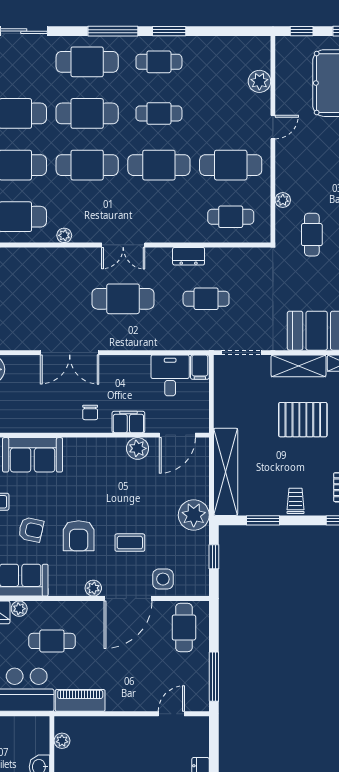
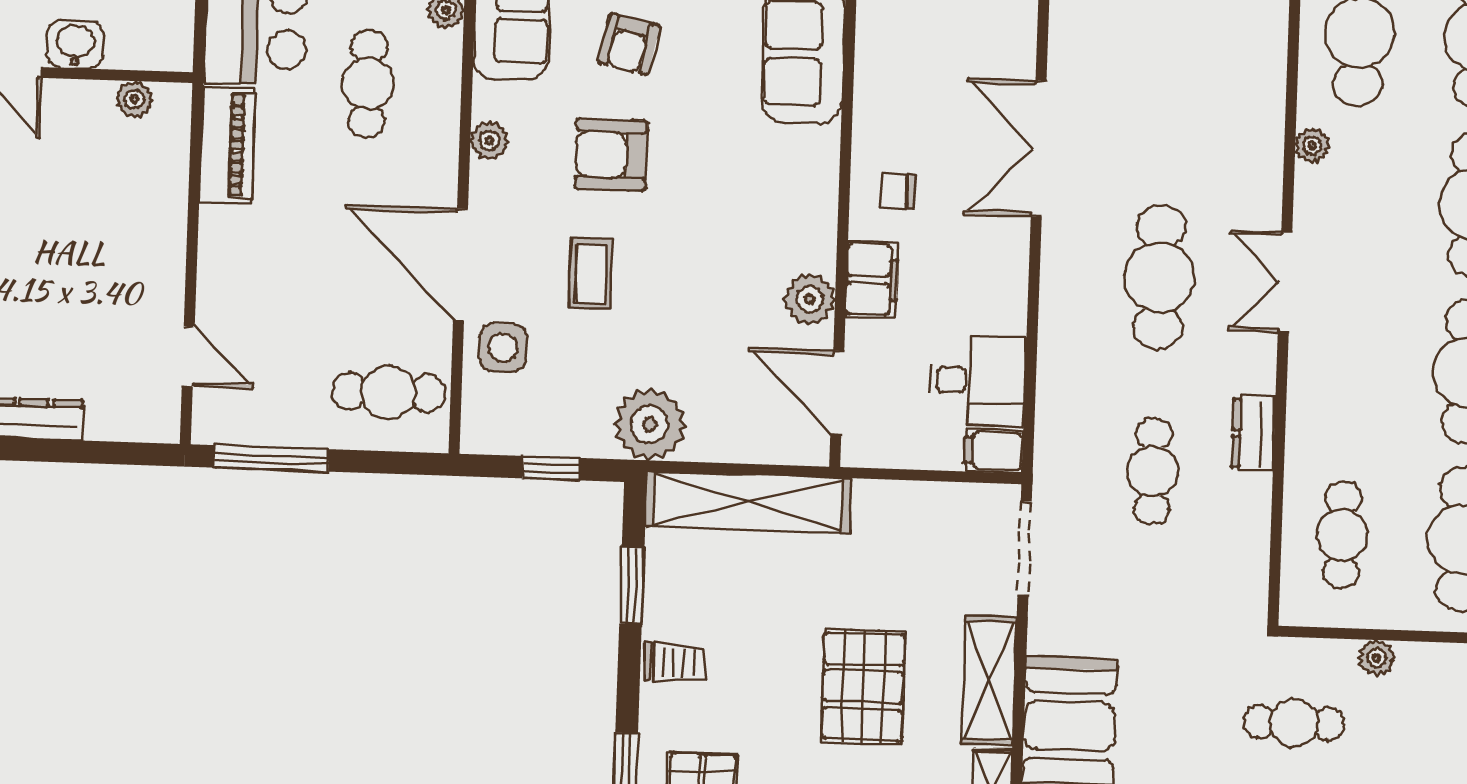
plant: (93, 588) -> (489, 141), moved

